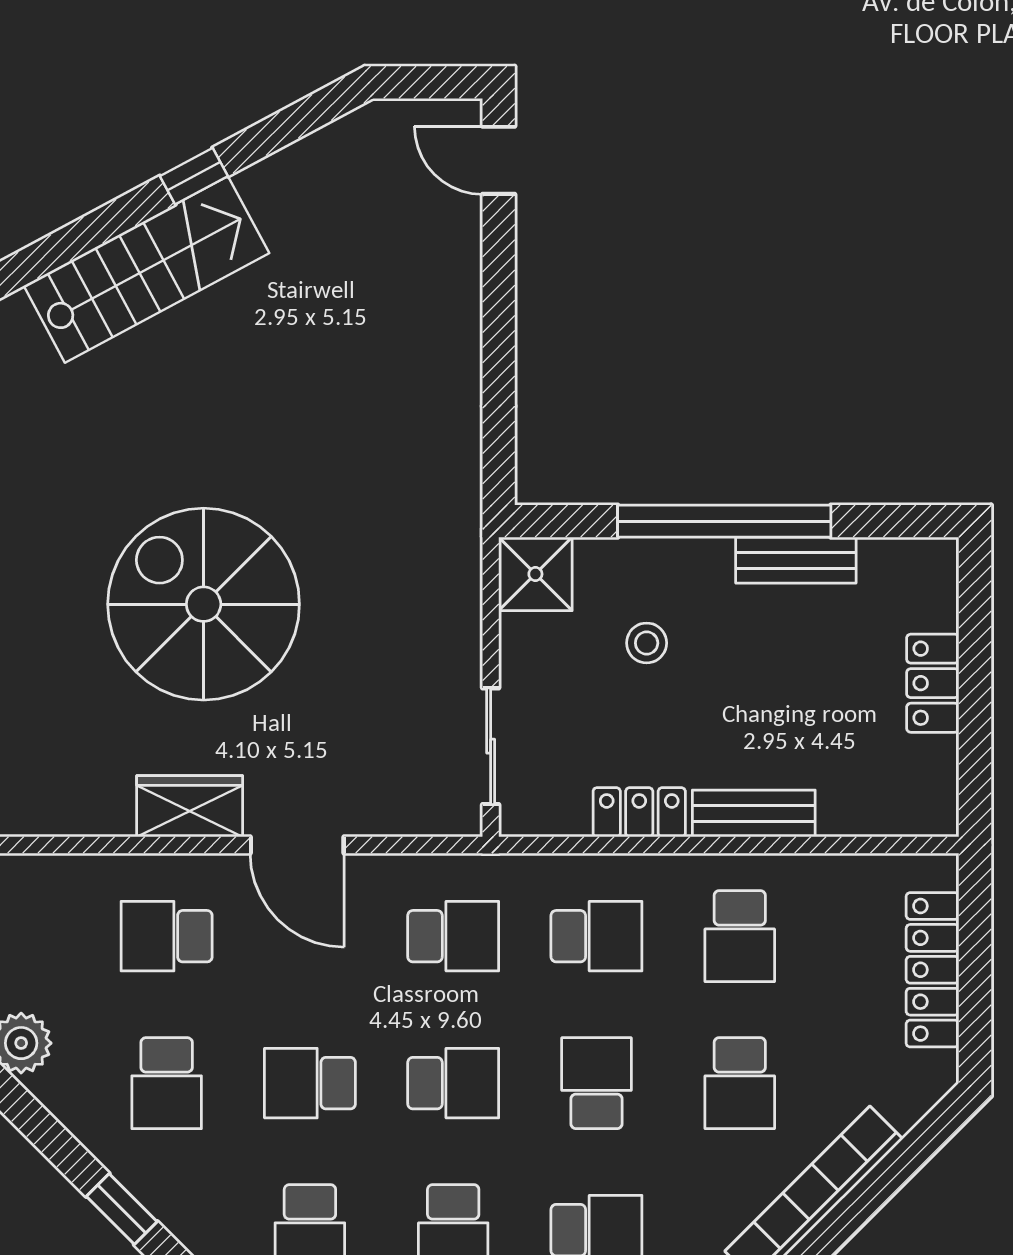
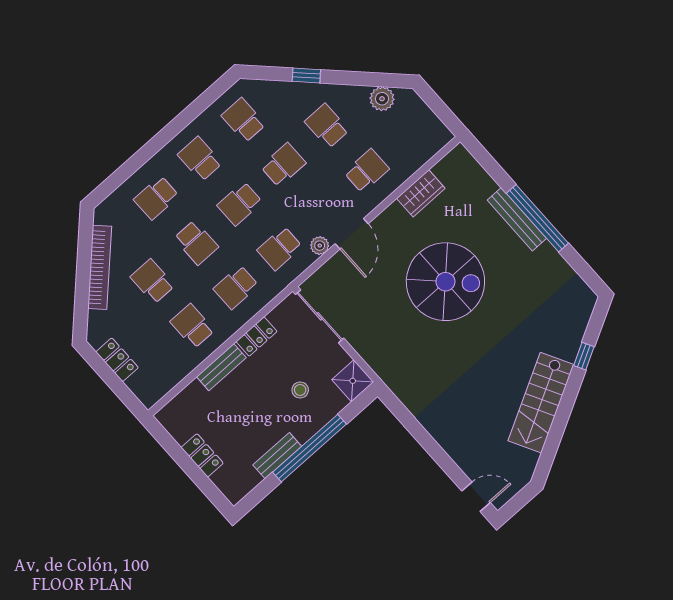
window: (194, 176) -> (584, 356), moved
stairs: (146, 269) -> (541, 403), moved
sliding door: (491, 746) -> (320, 316), width x1.37
wardrobe: (190, 806) -> (421, 193), moved
door: (297, 845) -> (352, 234), swing flipped
plant: (375, 876) -> (320, 246), added
locker: (933, 970) -> (117, 360), width x0.66

